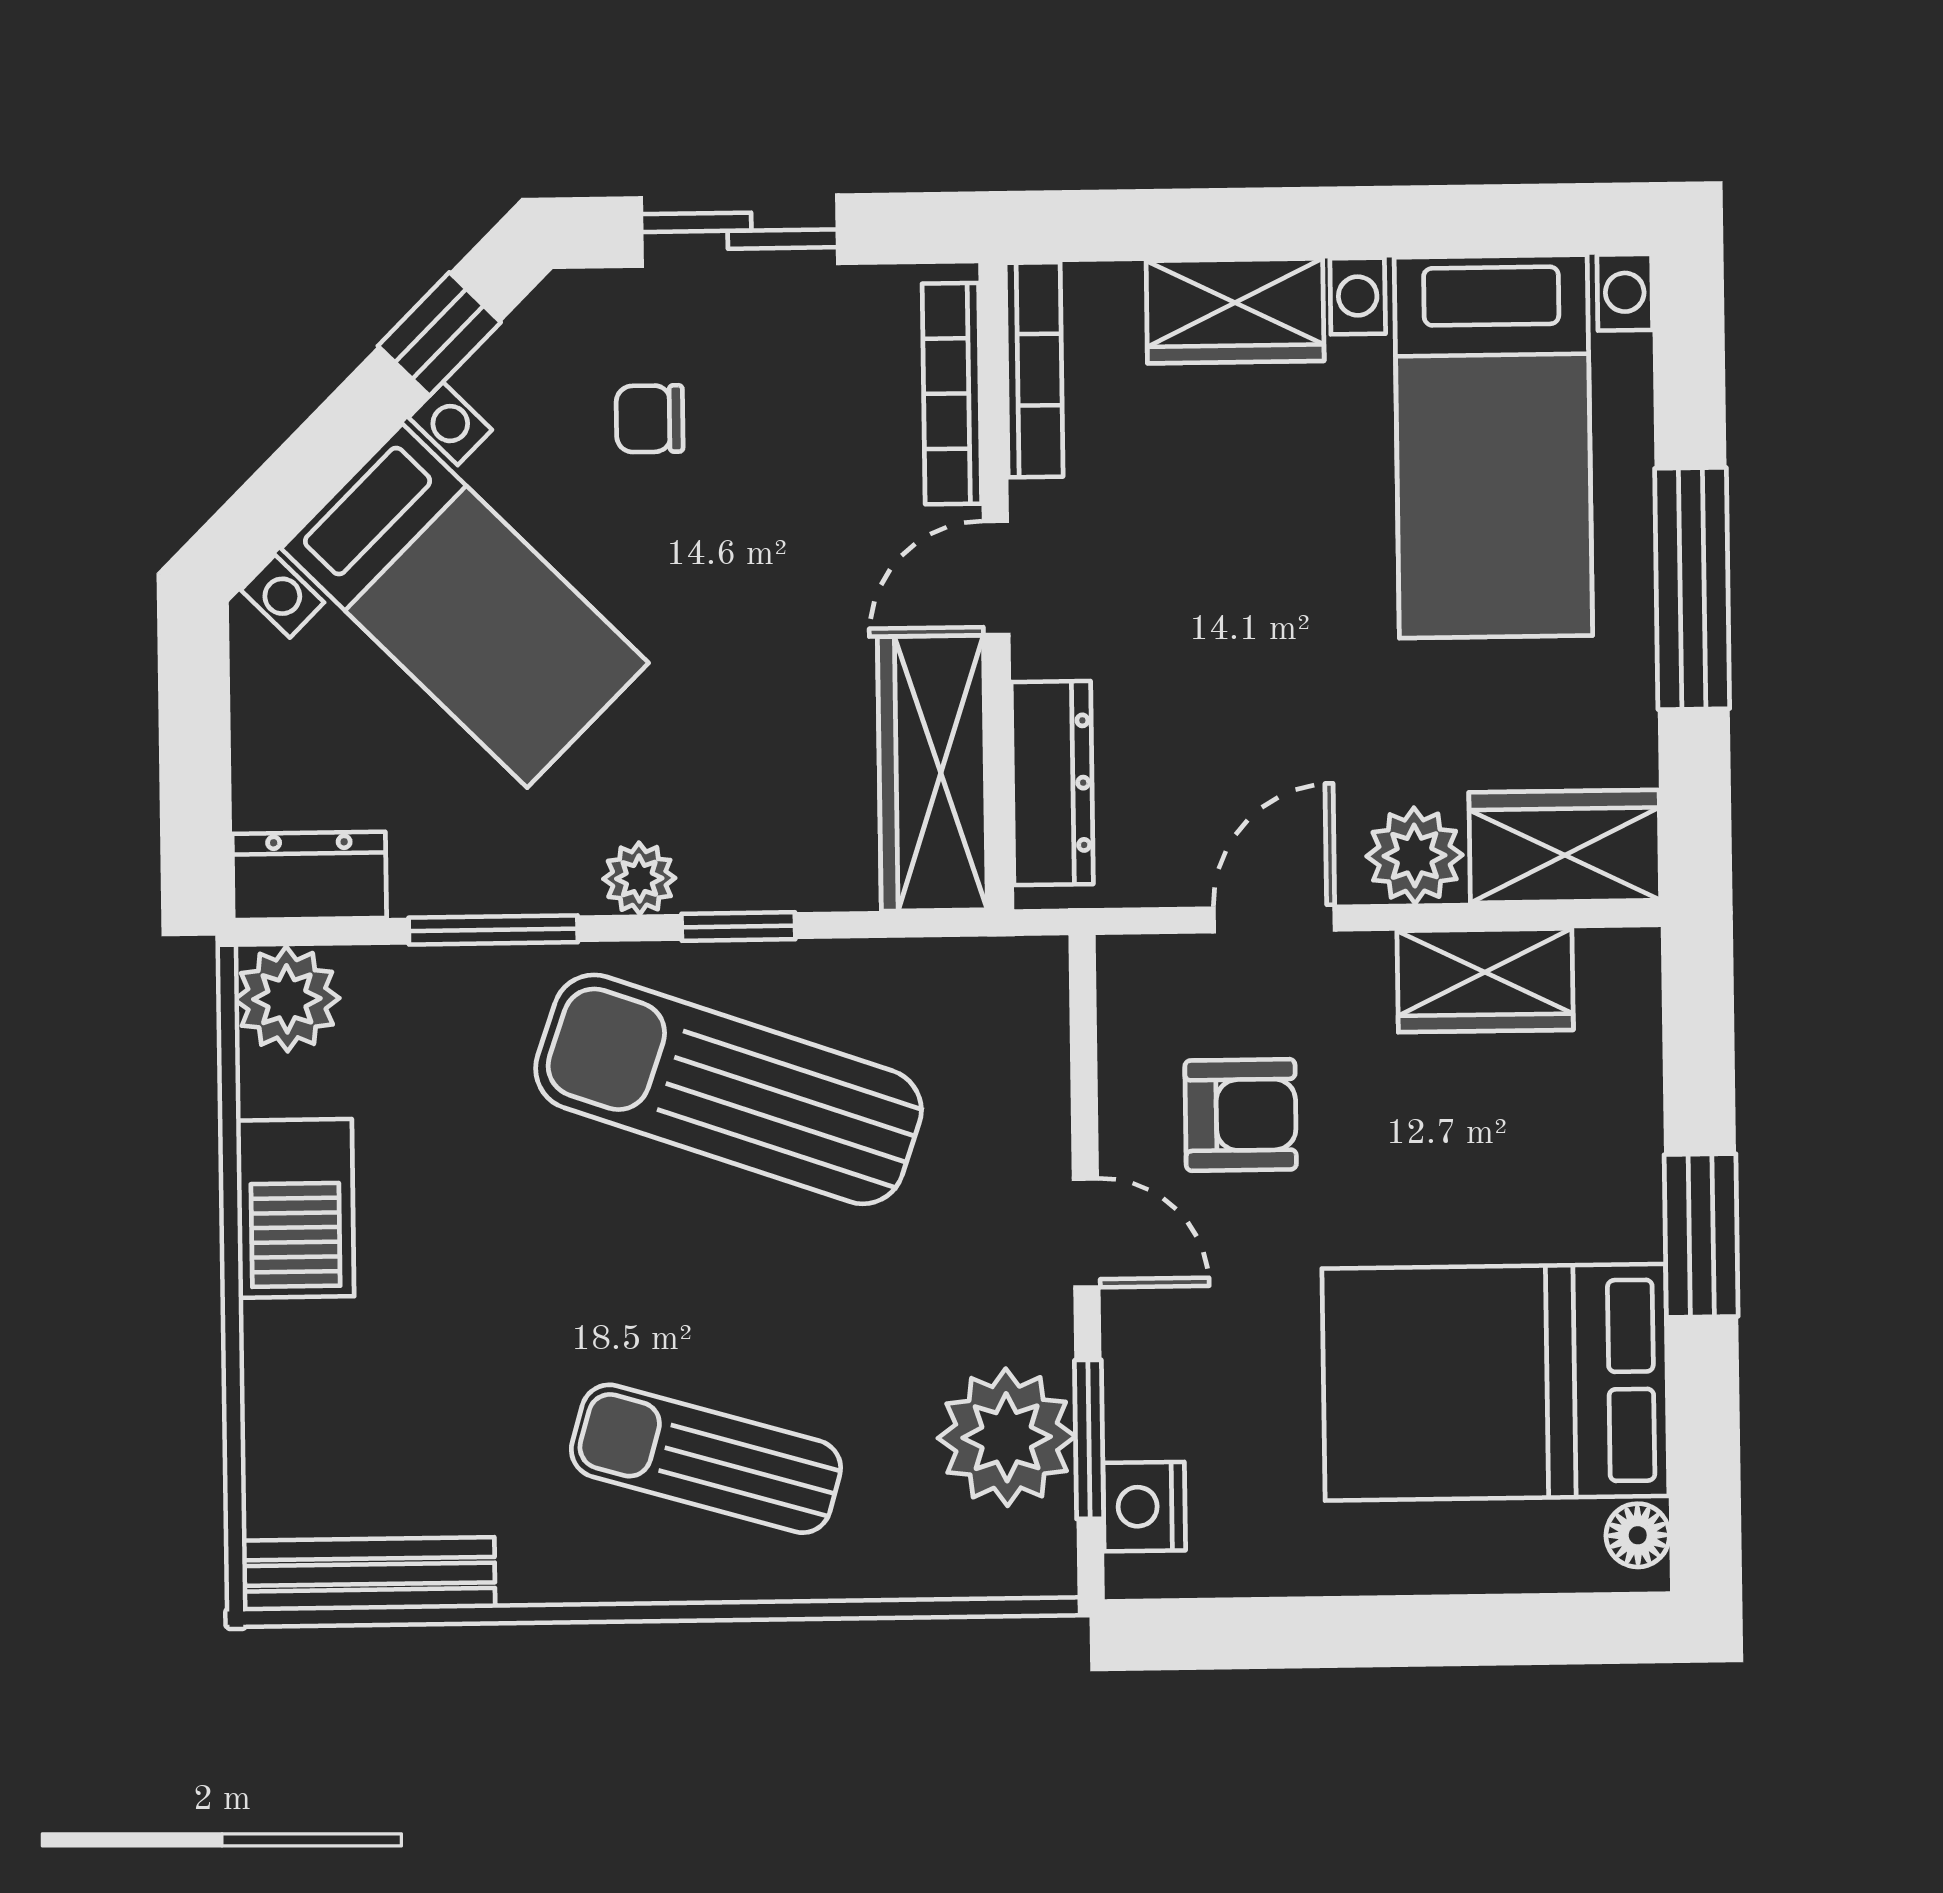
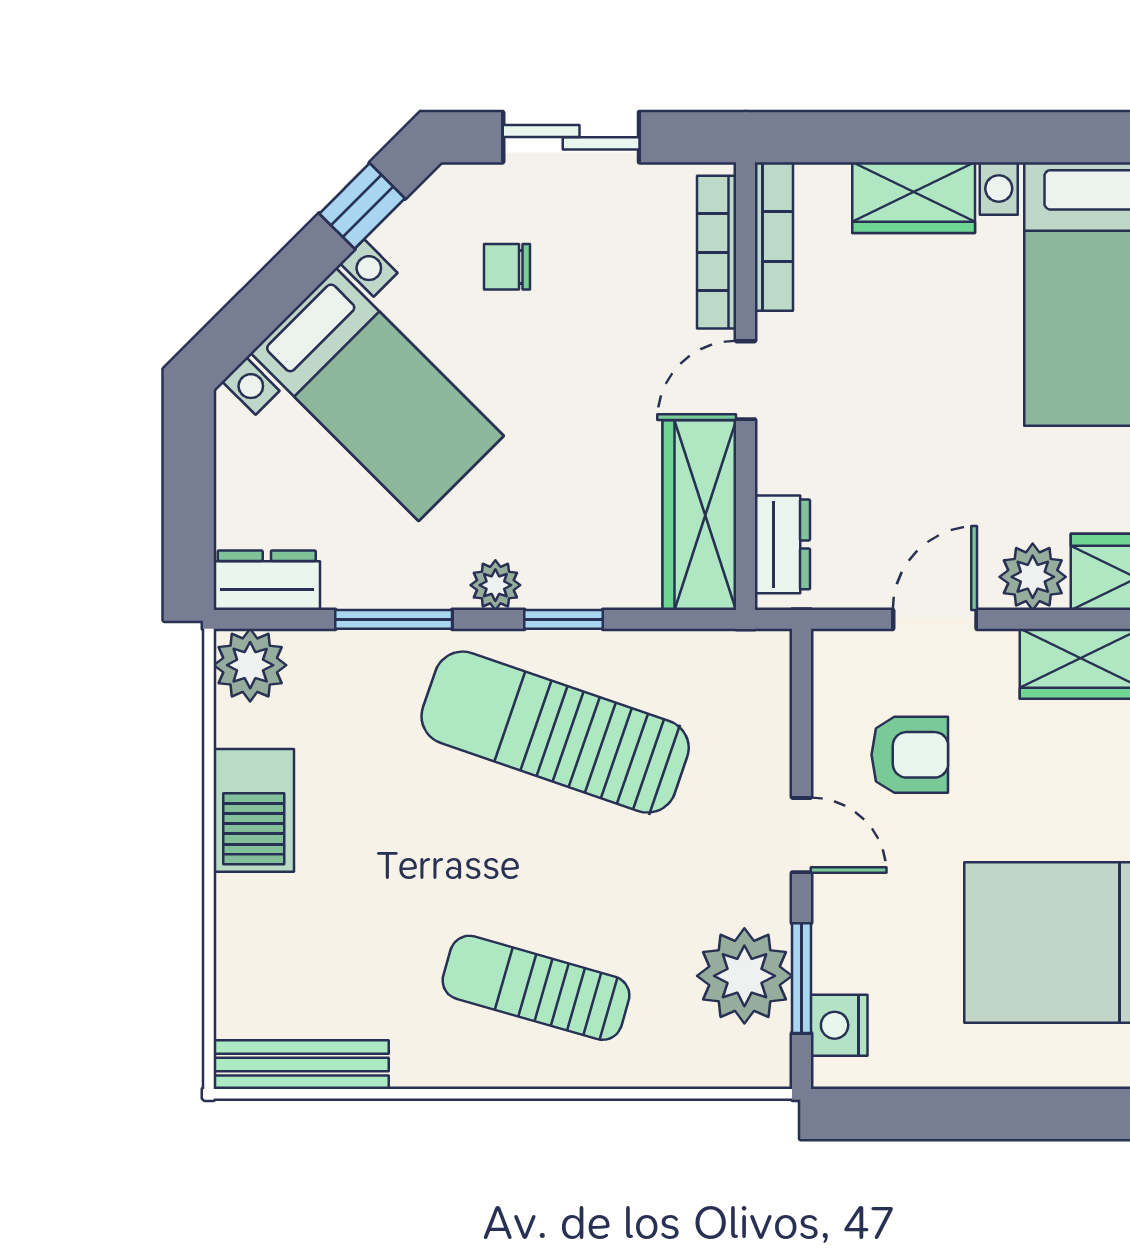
dresser: (1052, 783) -> (782, 544), width x0.70

